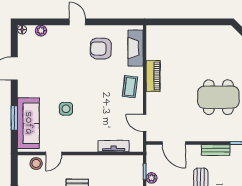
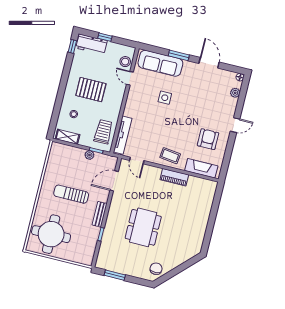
window: (14, 118) -> (179, 55), moved
door: (145, 123) -> (137, 160), swing flipped
tv unit: (114, 146) -> (123, 135), width x1.41
trolley: (121, 169) -> (103, 132), added

